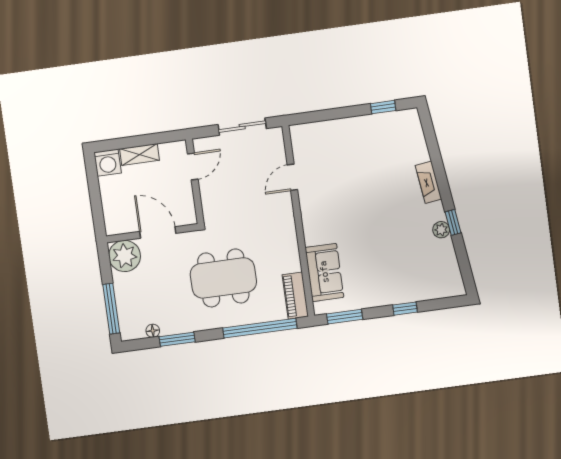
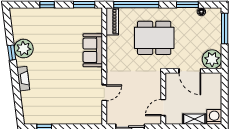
plant: (441, 230) -> (24, 49), width x1.87, depth x1.87
sofa: (324, 272) -> (93, 50), moved

